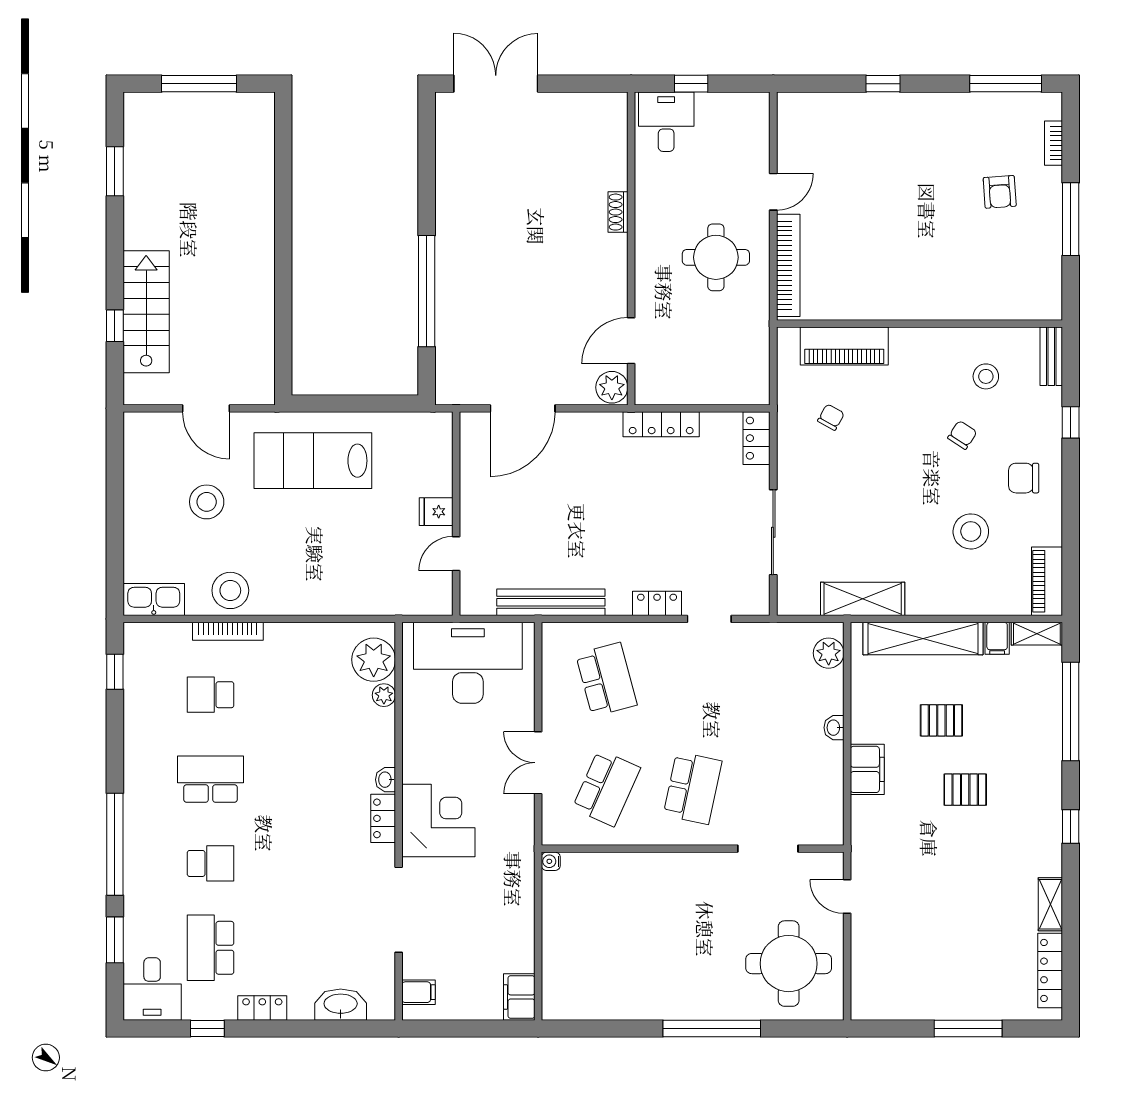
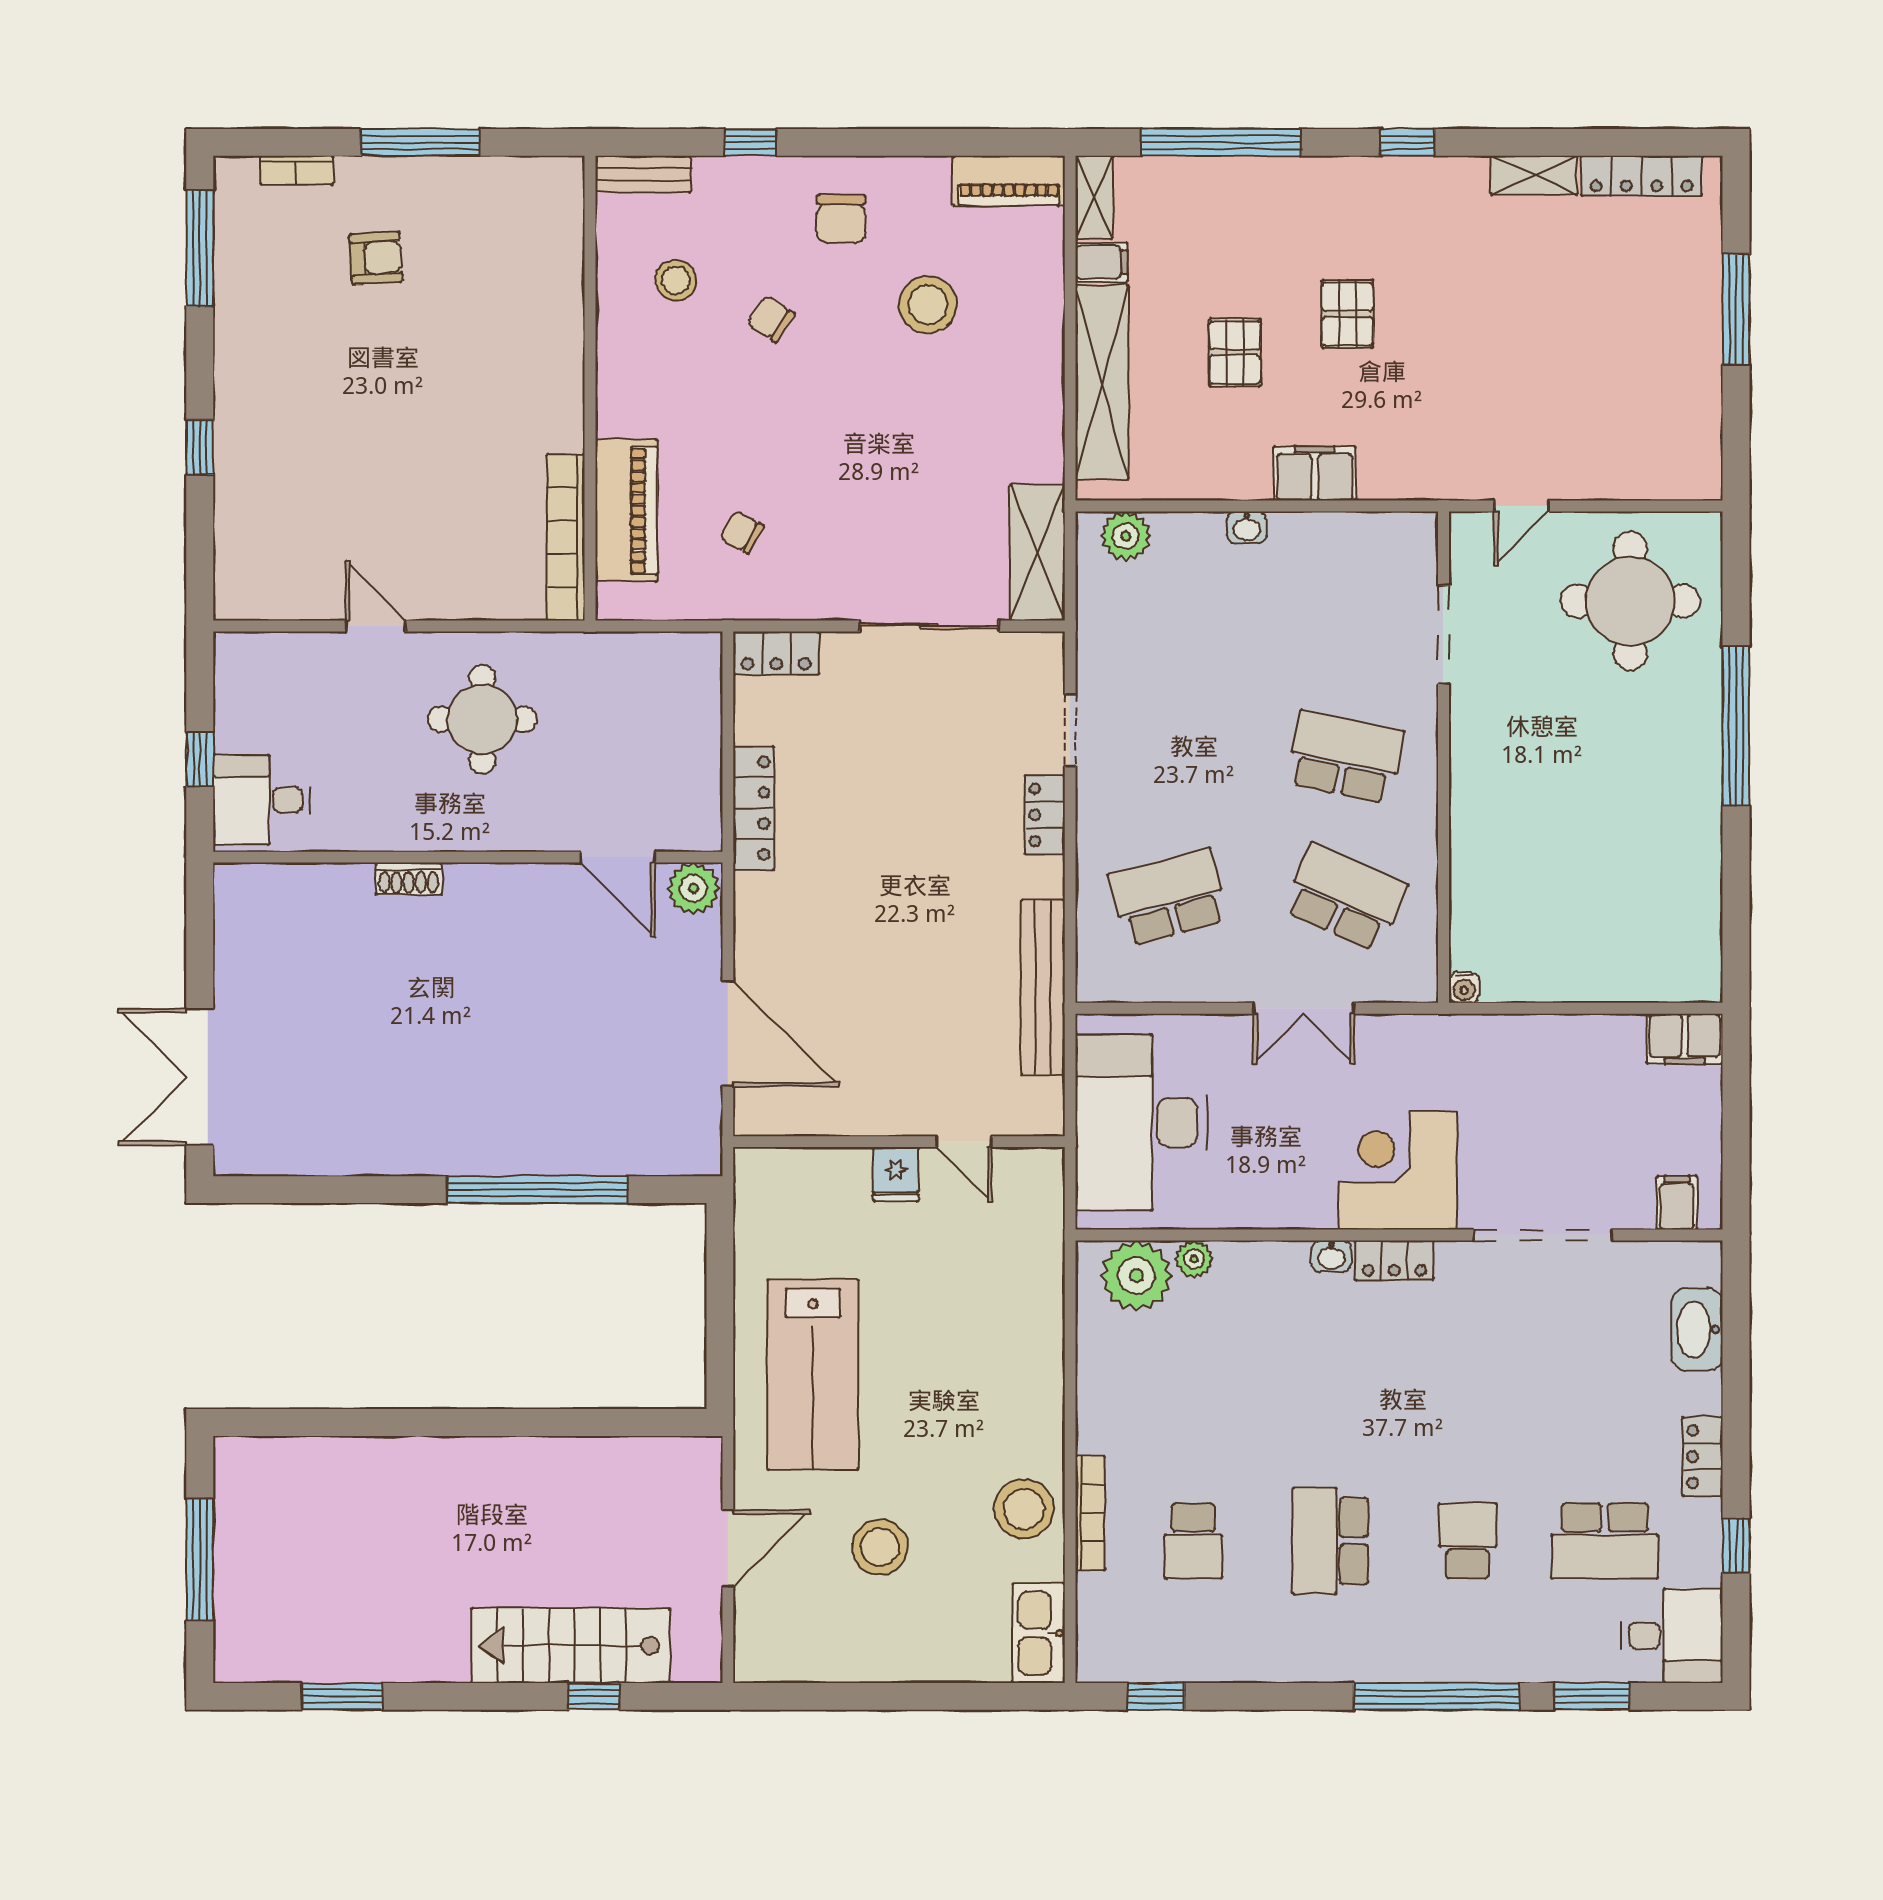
bookcase: (788, 265) -> (566, 537), moved, turned -90
shelving: (863, 599) -> (1037, 552), moved

